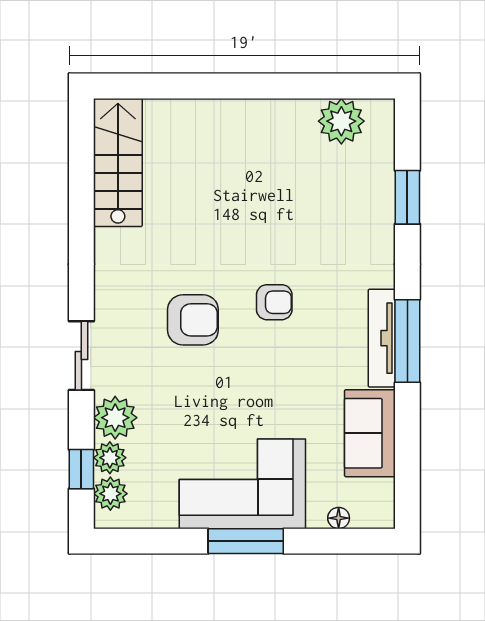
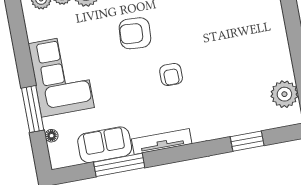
armchair: (193, 320) -> (135, 33), moved, turned 94
window: (407, 341) -> (119, 165), moved
window: (246, 541) -> (33, 109), moved

